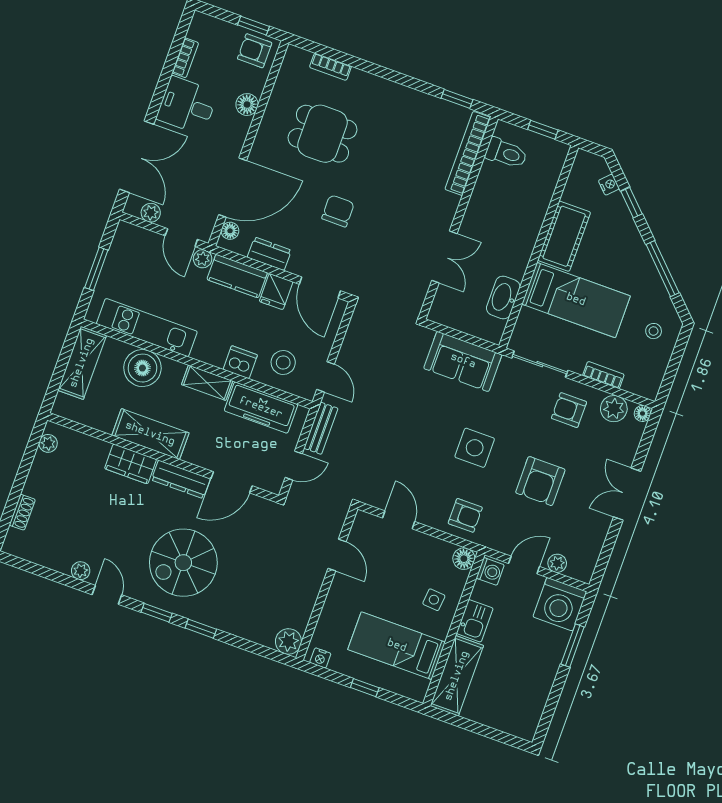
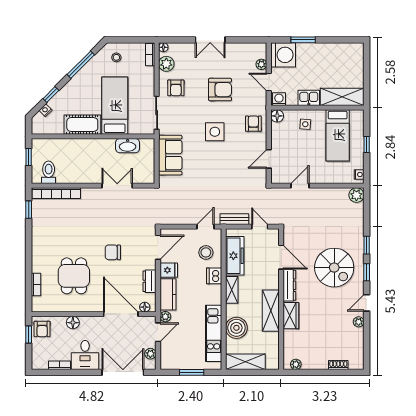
bookcase: (603, 375) -> (150, 55), moved

